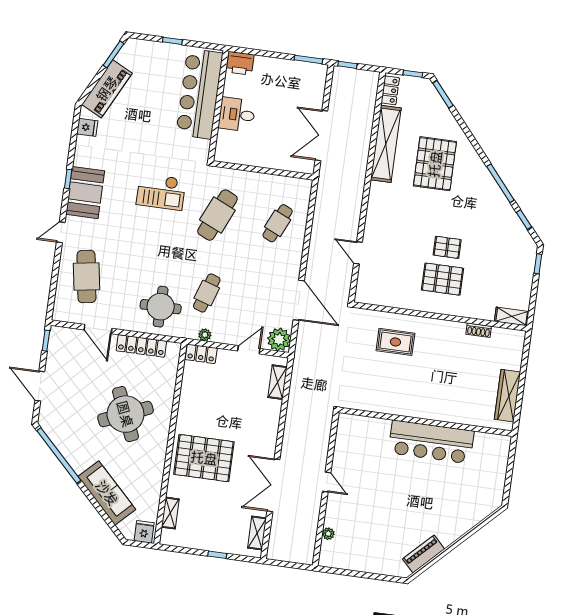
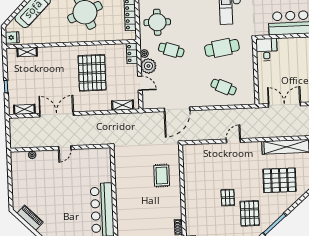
desk: (237, 115) -> (267, 50), moved
cafe table: (217, 215) -> (222, 48), turned -33
door: (358, 253) -> (233, 141), moved
pallet: (442, 279) -> (250, 213), moved
plant: (279, 340) -> (148, 66), moved
pallet: (204, 458) -> (92, 73), moved

